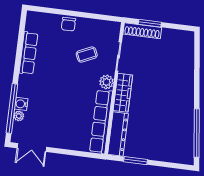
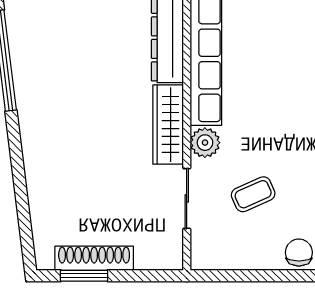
window: (150, 23) -> (84, 276), moved
shoe rack: (142, 31) -> (94, 258), moved

